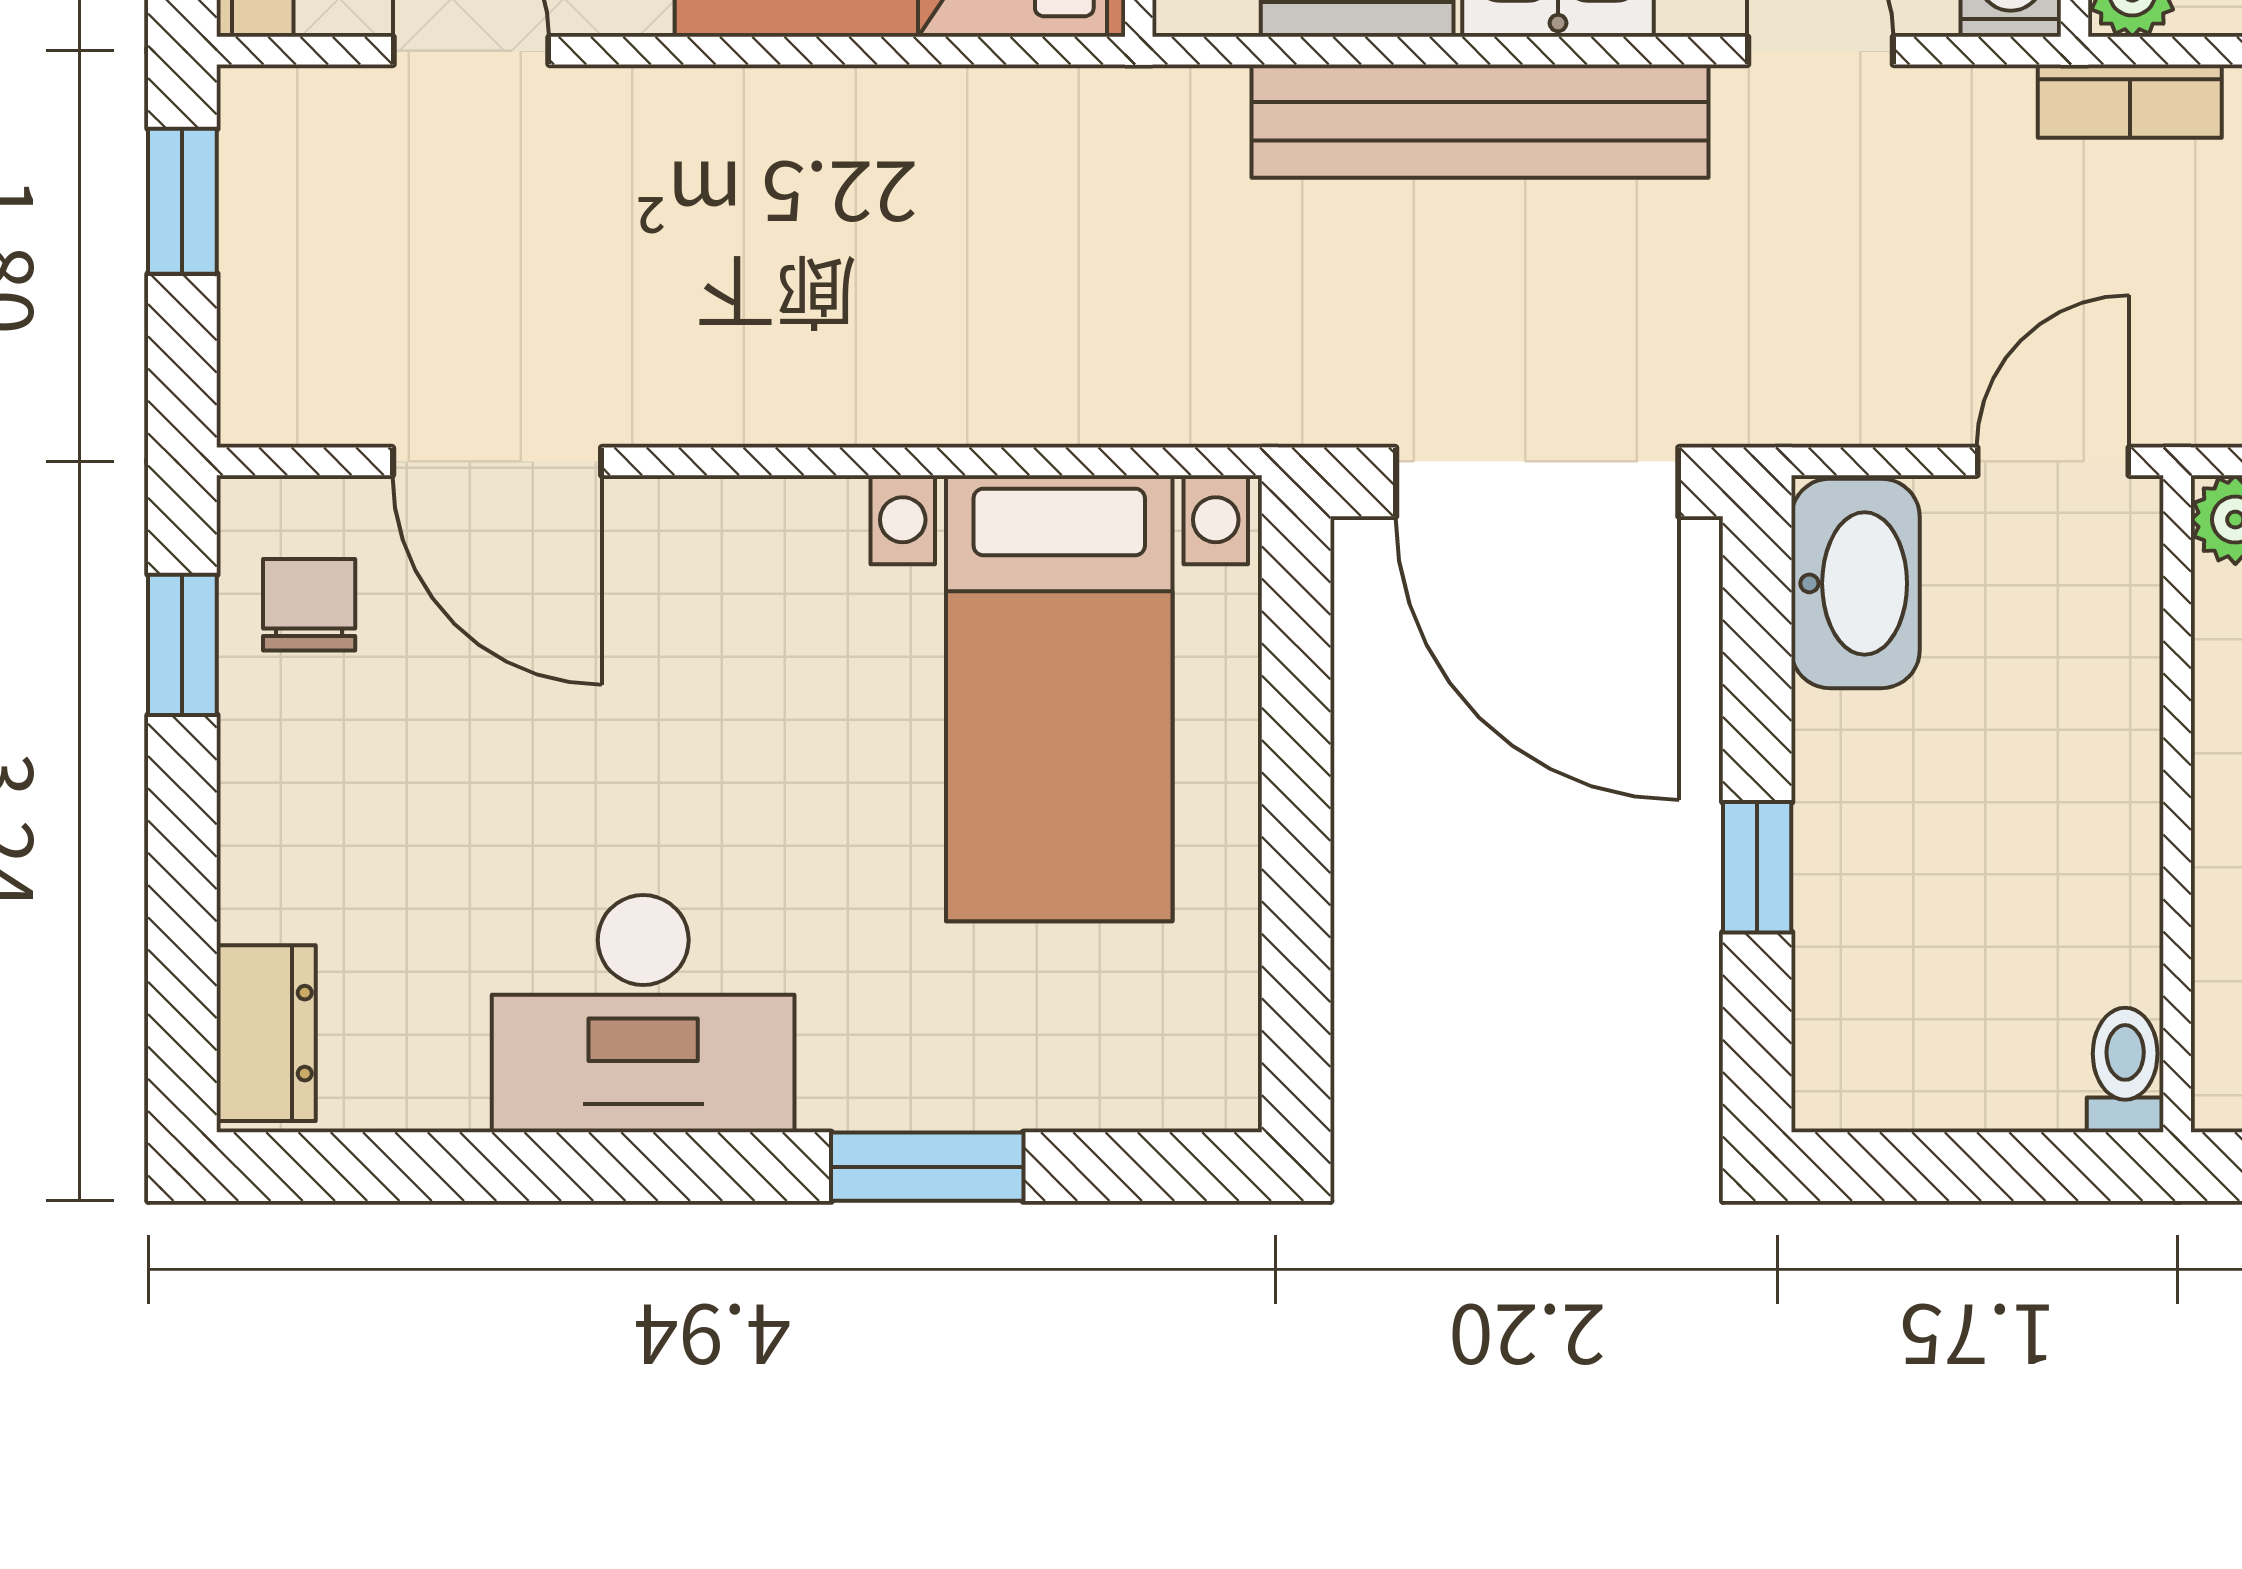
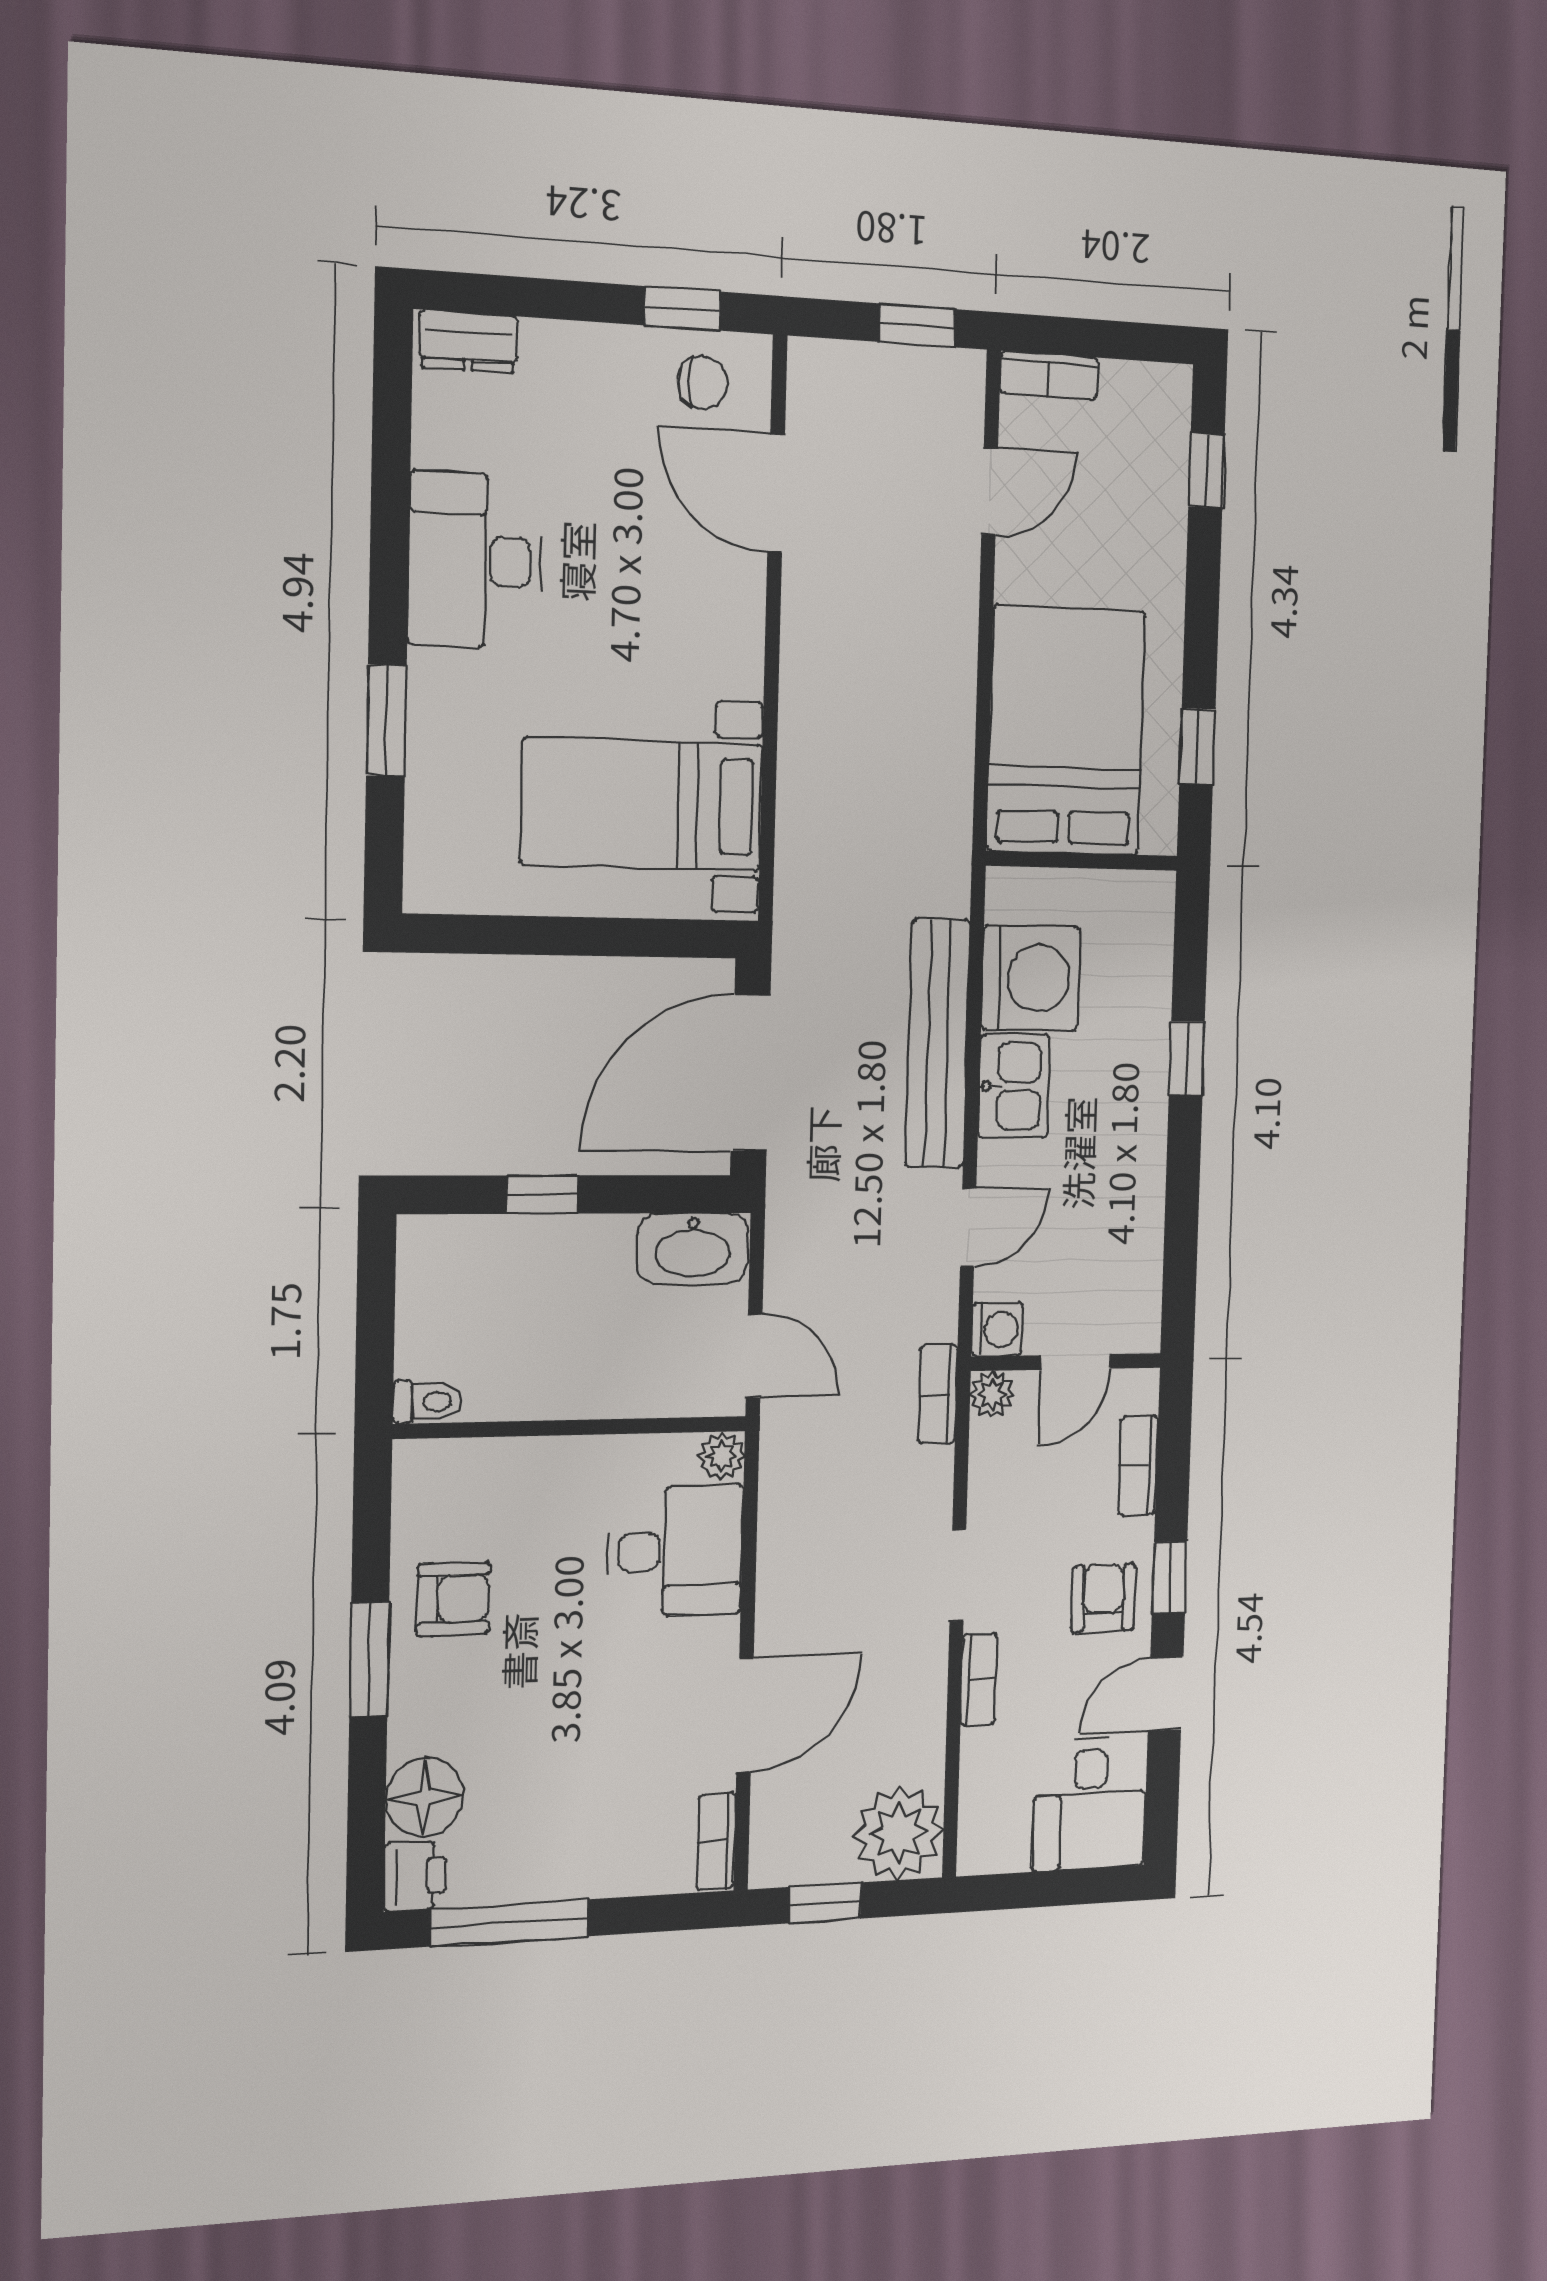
door: (497, 461) -> (776, 493), hinge flipped

